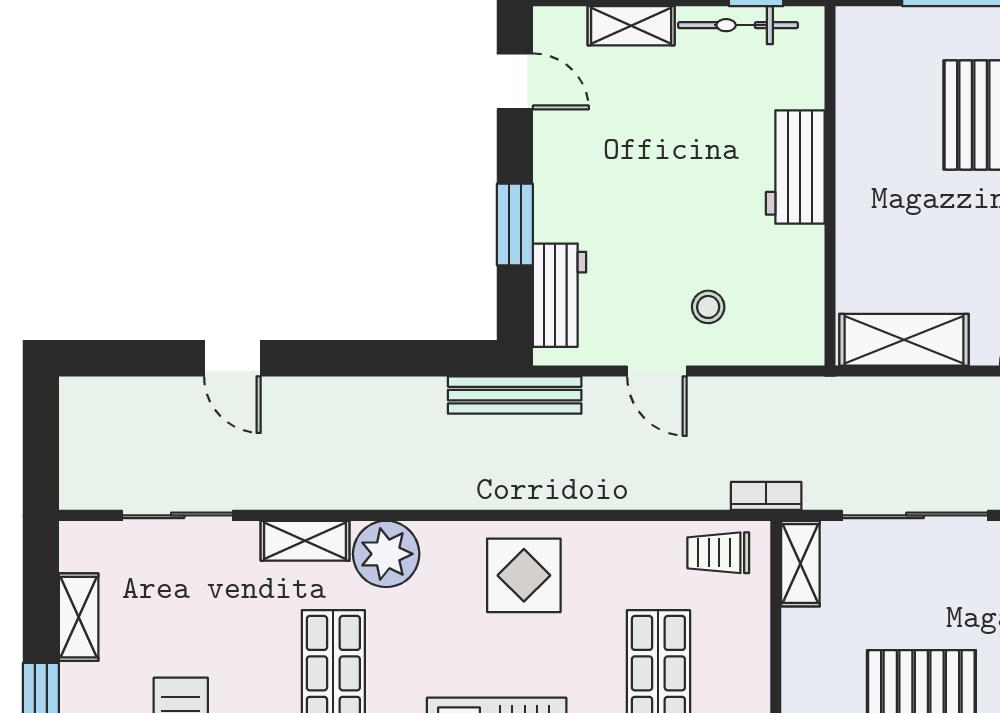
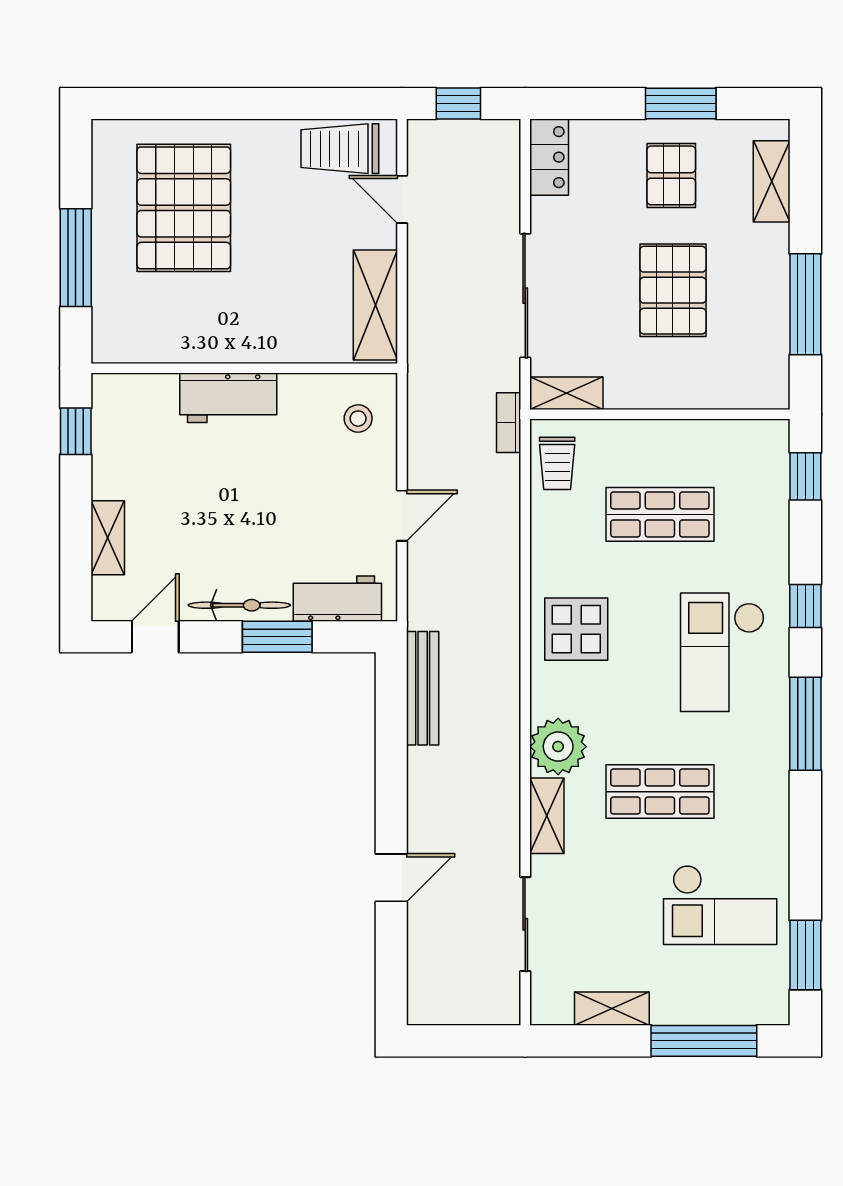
bicycle: (738, 25) -> (239, 605), moved, turned -90
stool: (708, 307) -> (358, 419), moved
bench: (515, 395) -> (423, 688), moved

